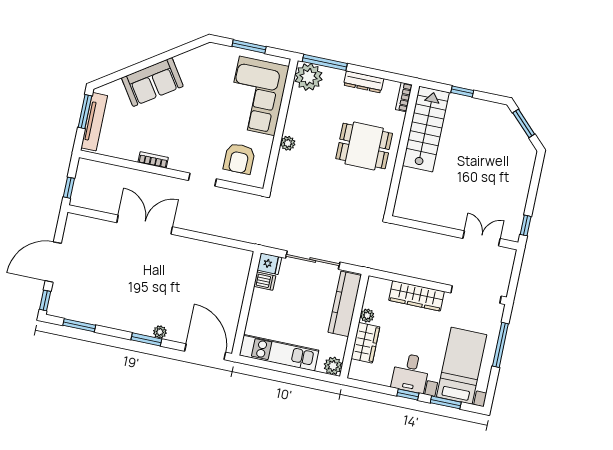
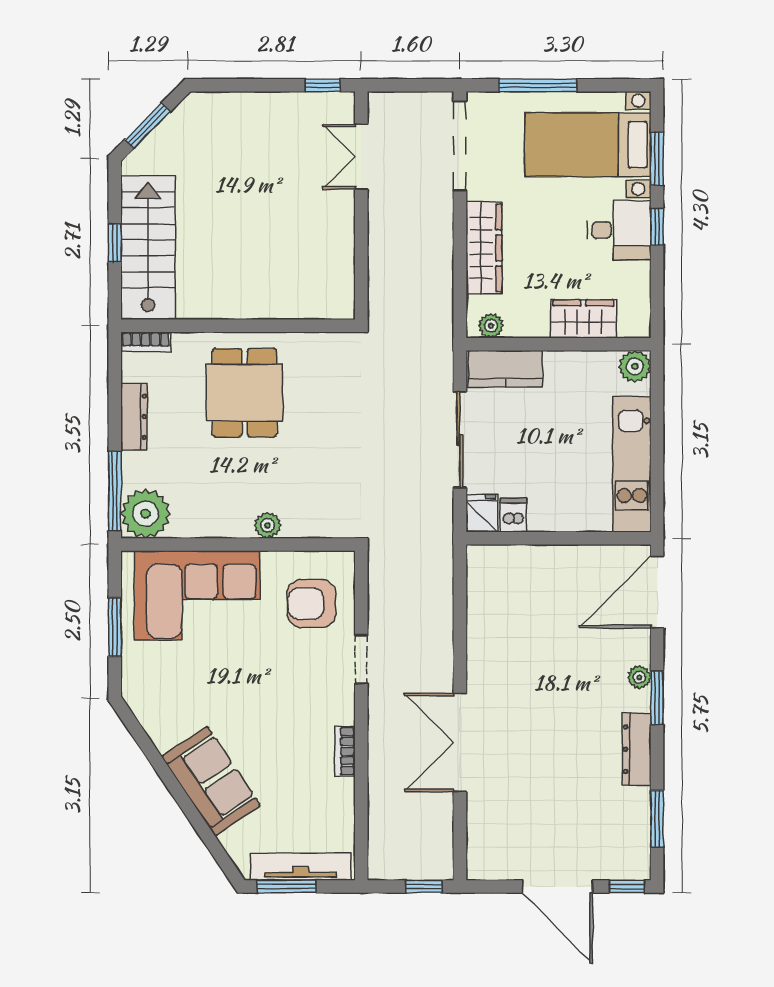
stairs: (426, 129) -> (148, 248), moved, turned 90
armchair: (239, 159) -> (311, 603), turned 180
kitchen counter: (345, 304) -> (505, 369), width x0.67
plant: (367, 316) -> (491, 326), moved
dresser: (120, 322) -> (637, 749), added

